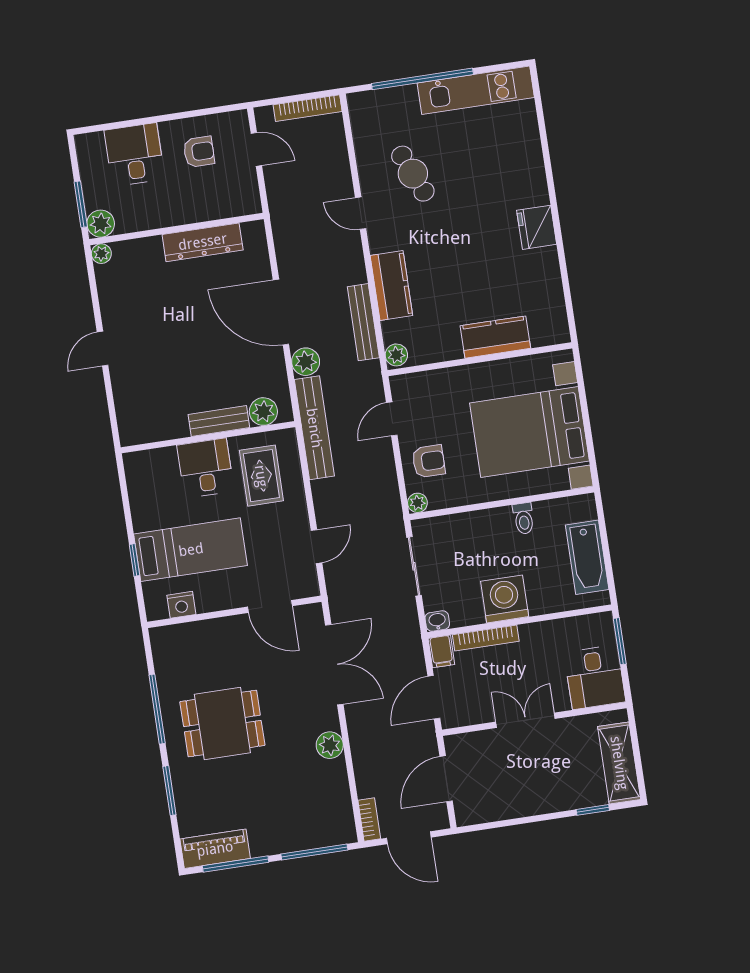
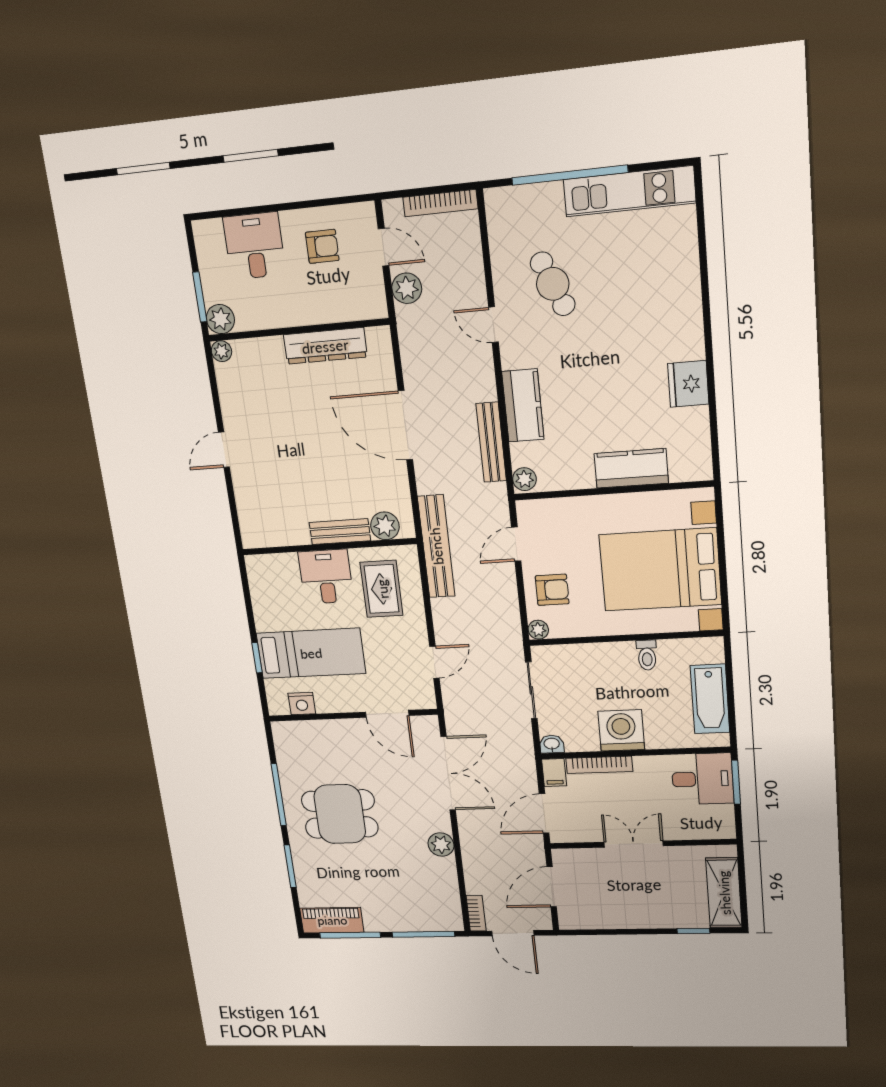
fridge: (537, 227) -> (688, 384), moved
plant: (306, 362) -> (407, 288), moved
desk: (595, 677) -> (702, 779), moved, turned -90

